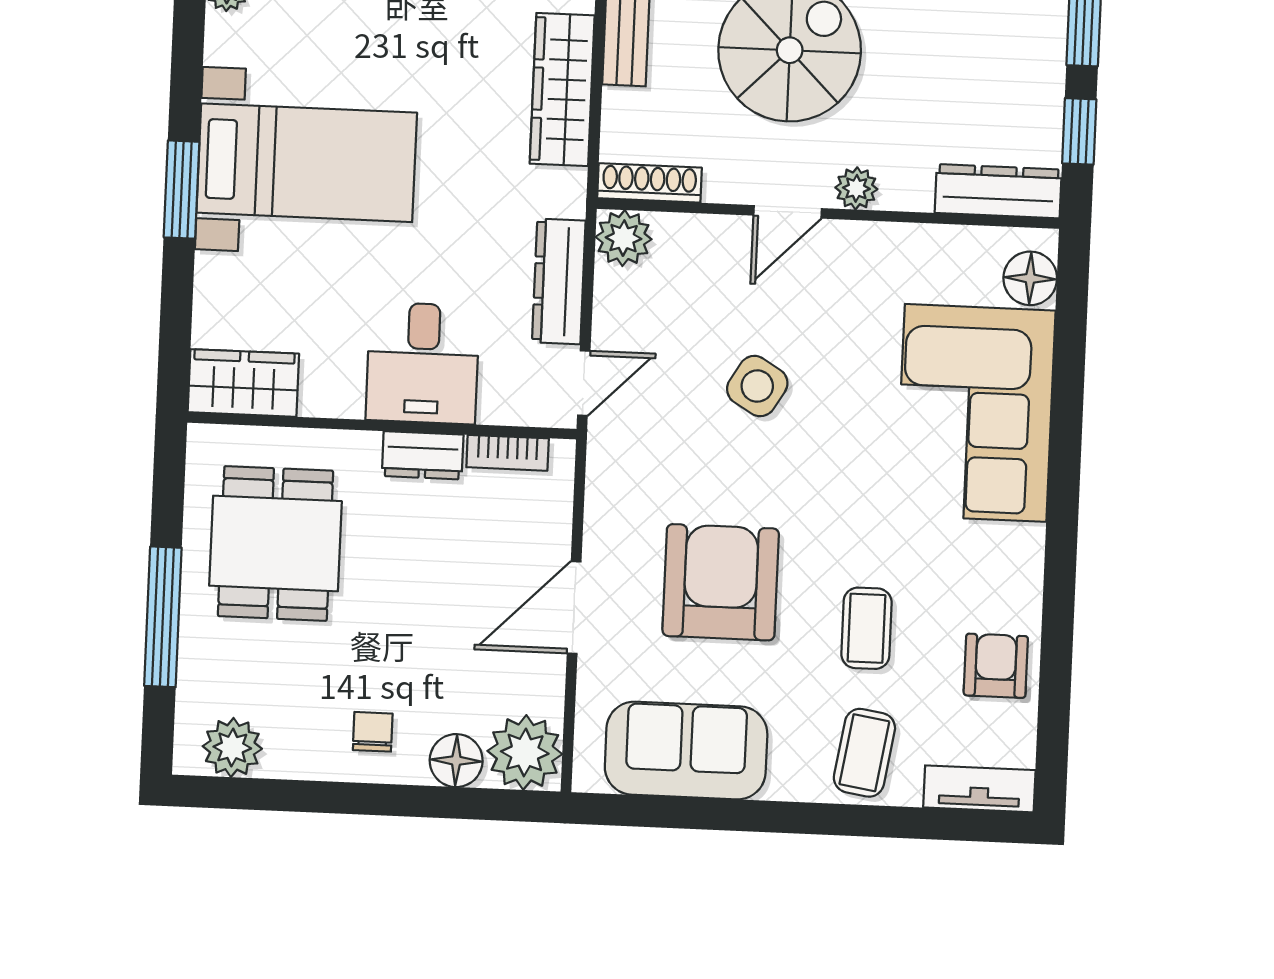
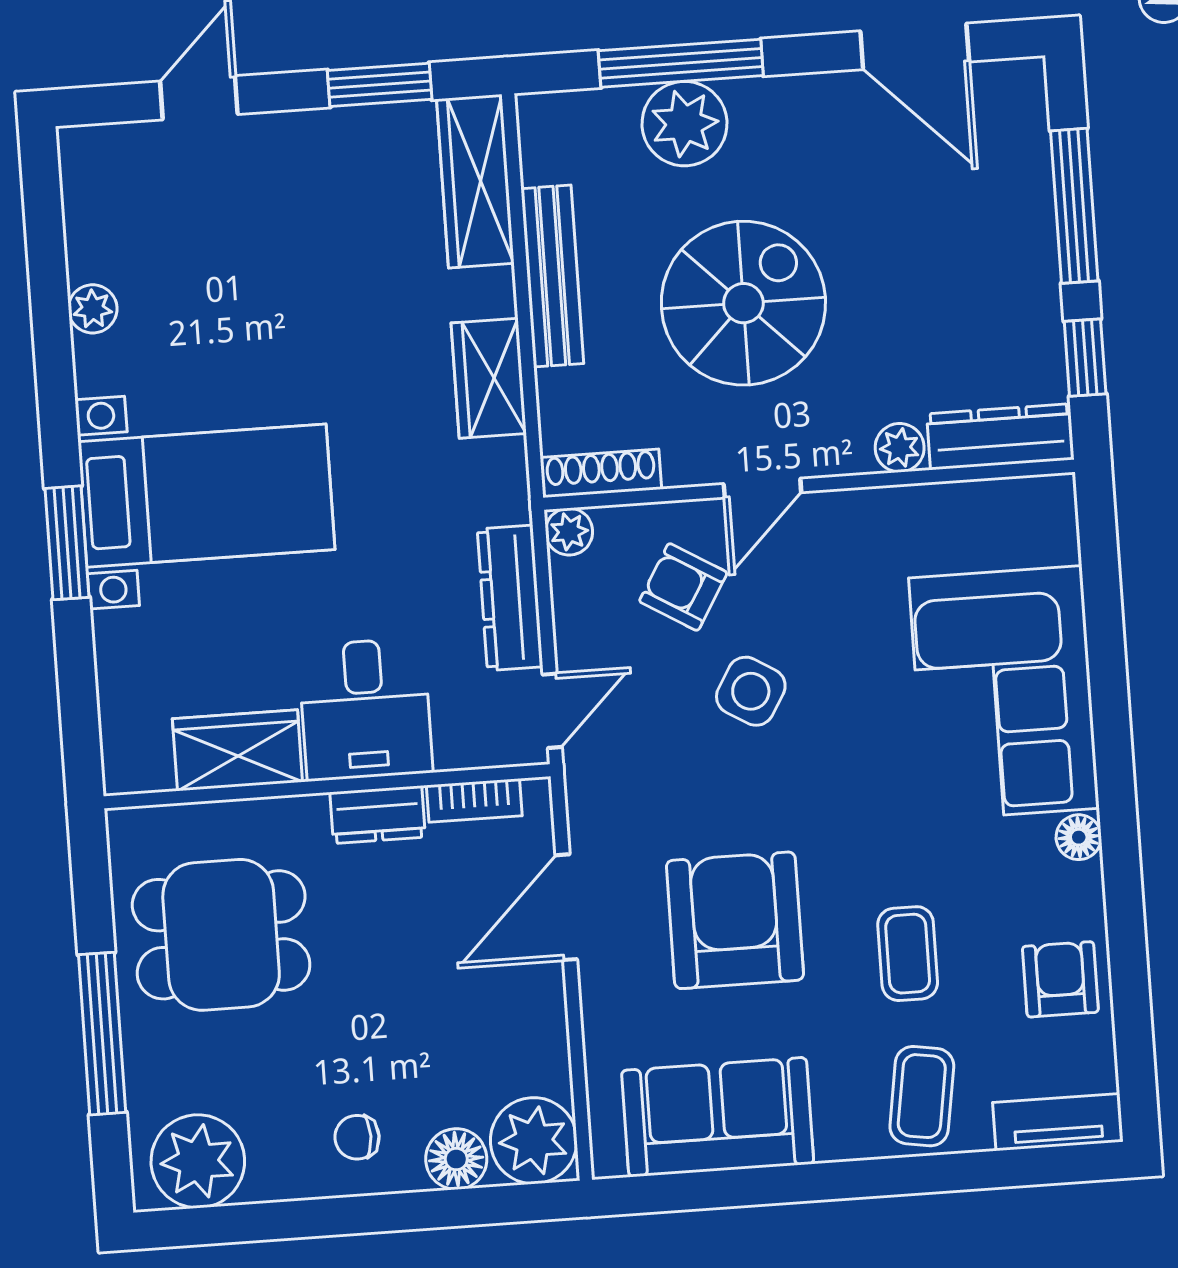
wardrobe: (562, 90) -> (489, 378), width x0.67
plant: (856, 188) -> (900, 448), moved
plant: (624, 238) -> (569, 532), width x0.73, depth x0.73
floor lamp: (1030, 278) -> (1079, 837), moved, width x0.73, depth x0.73
armchair: (709, 289) -> (683, 587), added
wardrobe: (243, 383) -> (237, 750), moved
dining table: (276, 543) -> (221, 935), turned 90
door: (574, 607) -> (566, 907), moved
chair: (373, 732) -> (357, 1137), turned -90
plant: (232, 747) -> (198, 1161), width x1.36, depth x1.36

